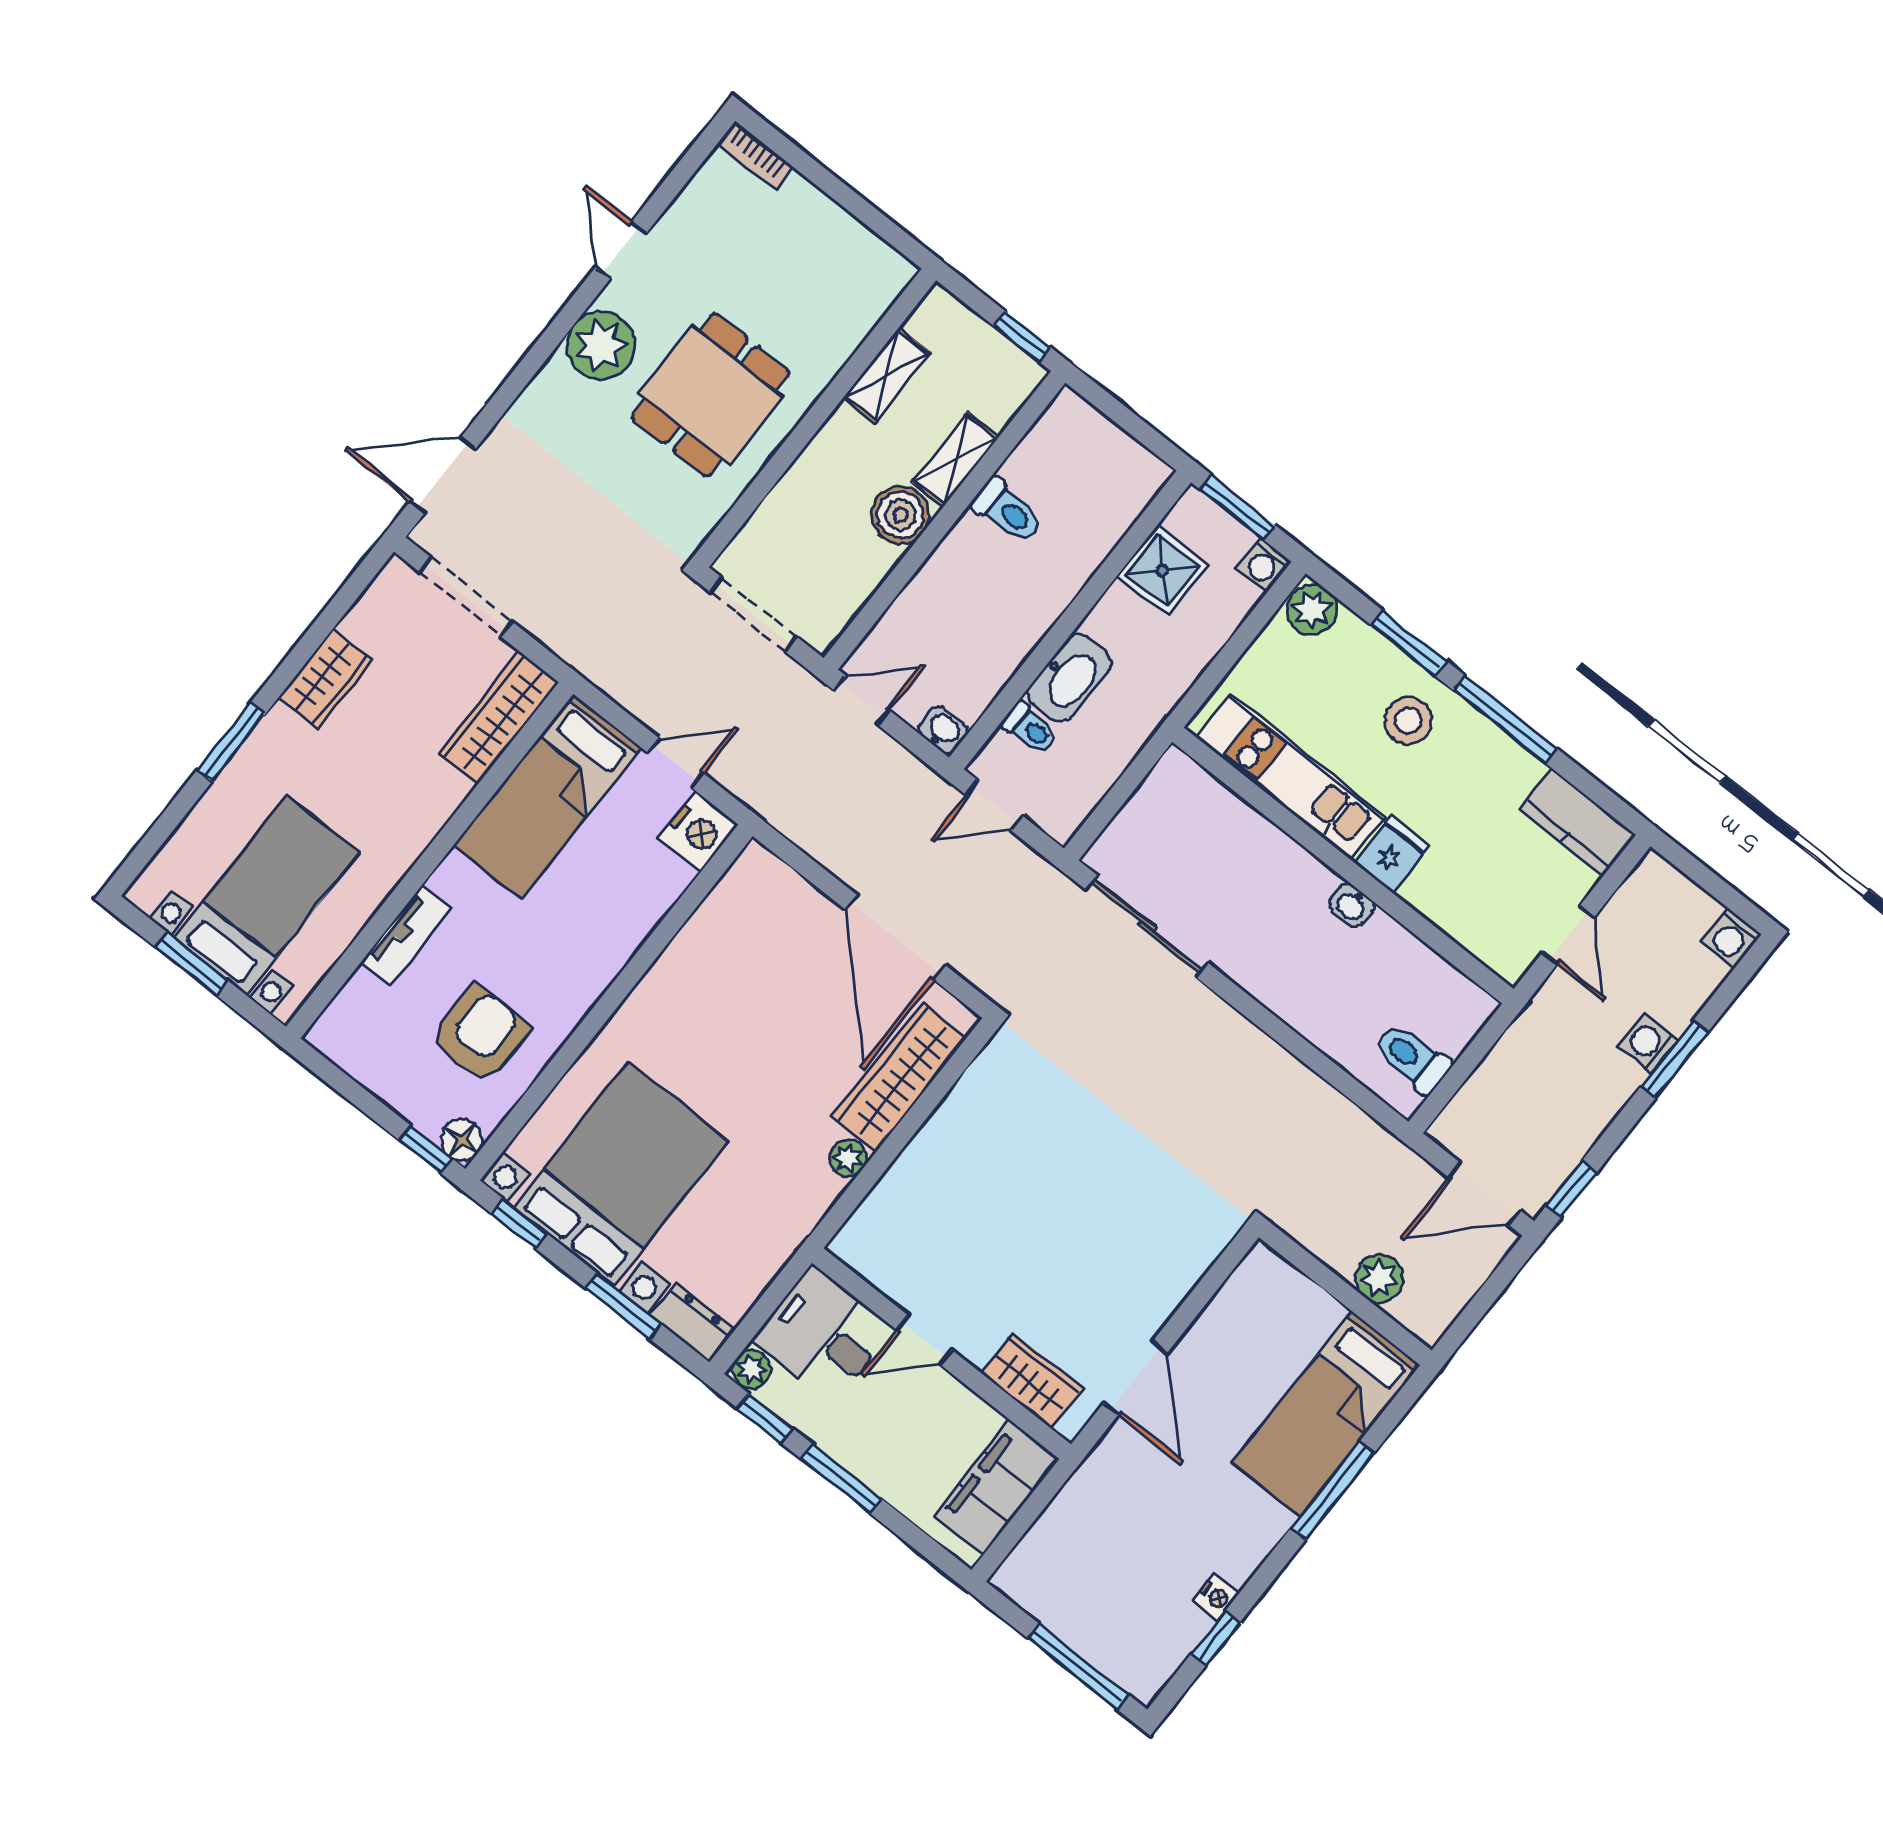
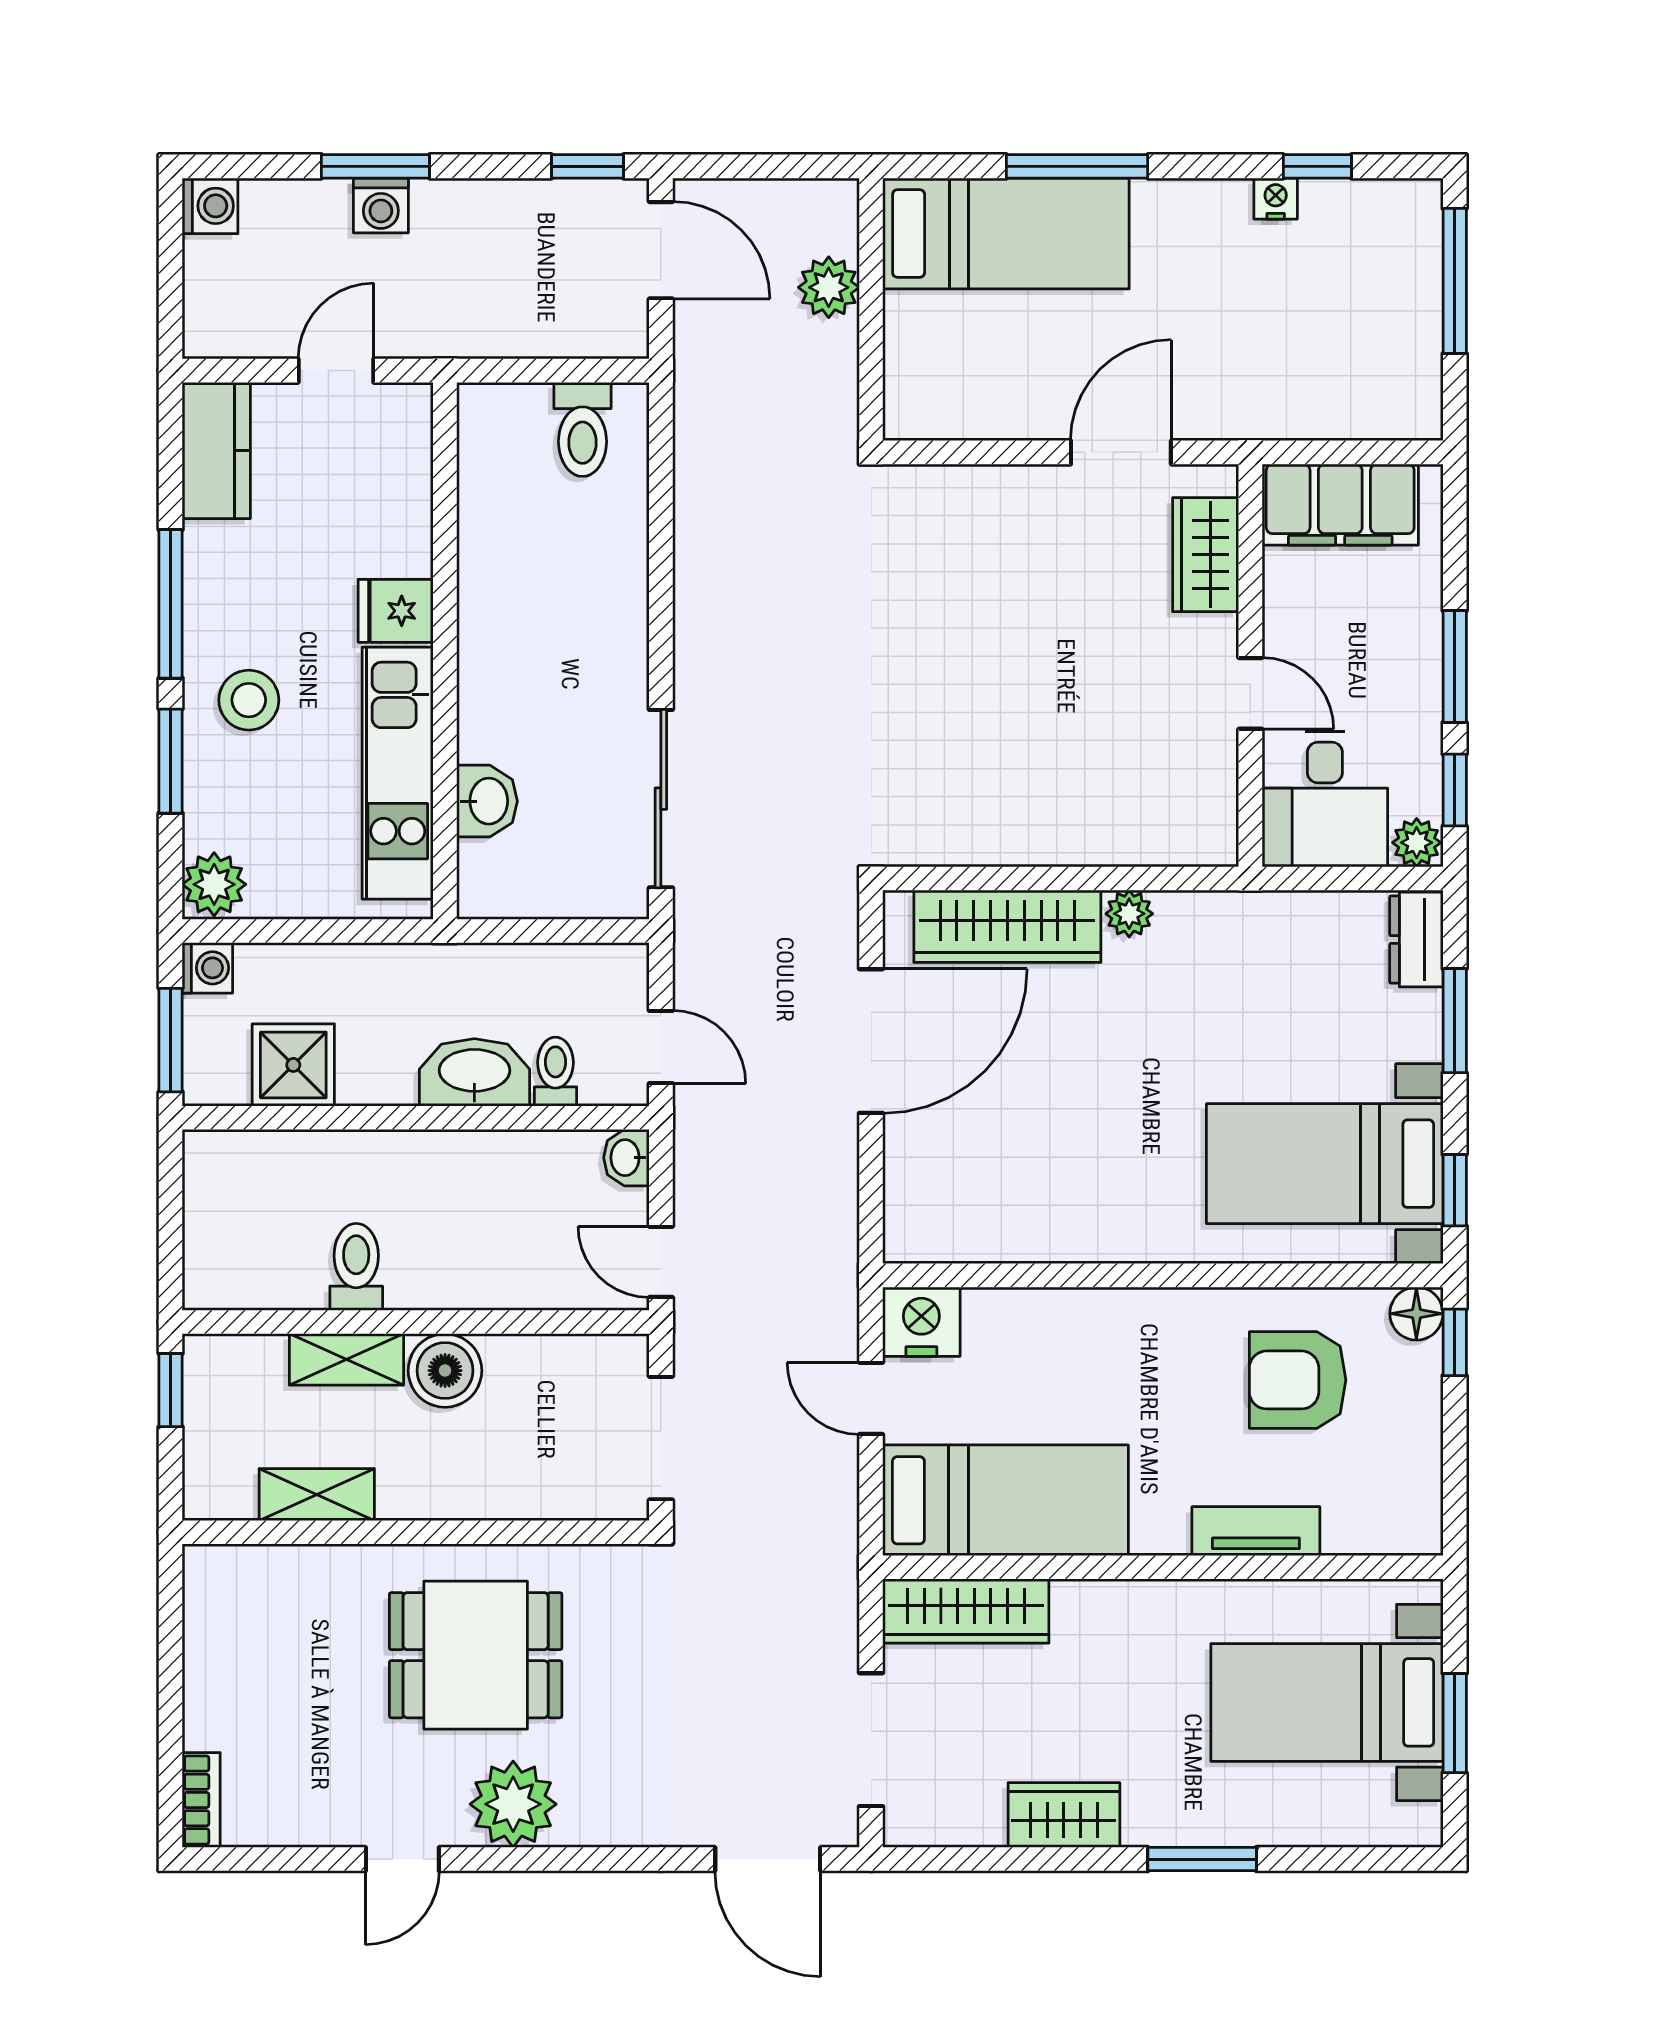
washbasin: (1352, 905) -> (487, 801), moved, width x1.38, depth x1.45
bed with nightstands: (621, 1174) -> (1325, 1164), width x0.73

